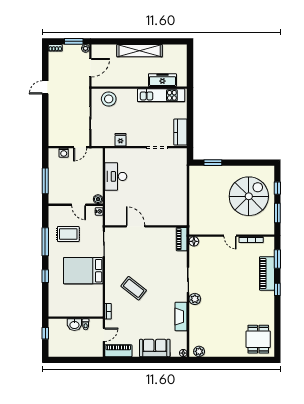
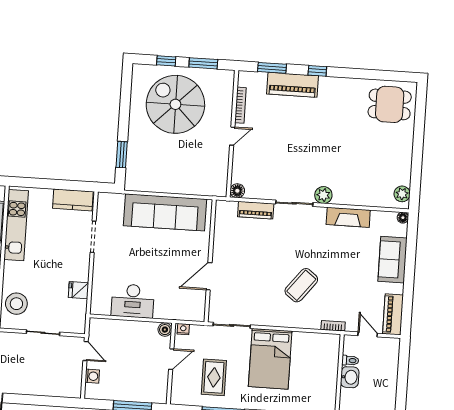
sofa: (176, 194) -> (165, 212), added
piano: (182, 239) -> (256, 210), moved

